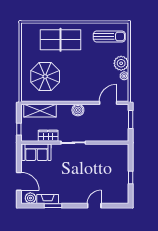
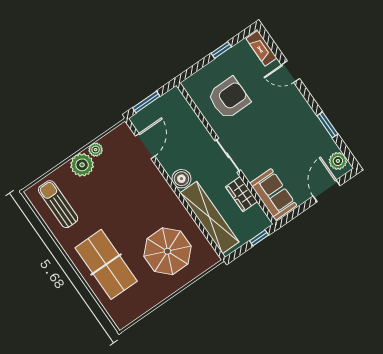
door: (108, 103) -> (145, 146), swing flipped
shelving: (40, 111) -> (209, 217), width x1.47
armchair: (103, 164) -> (229, 98), added
fireplace: (48, 199) -> (261, 48), moved

